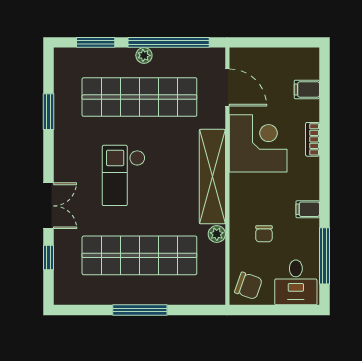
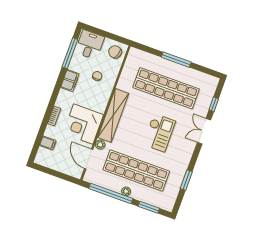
filing cabinet: (308, 209) -> (70, 81), width x2.00
plant: (217, 234) -> (100, 145), moved

